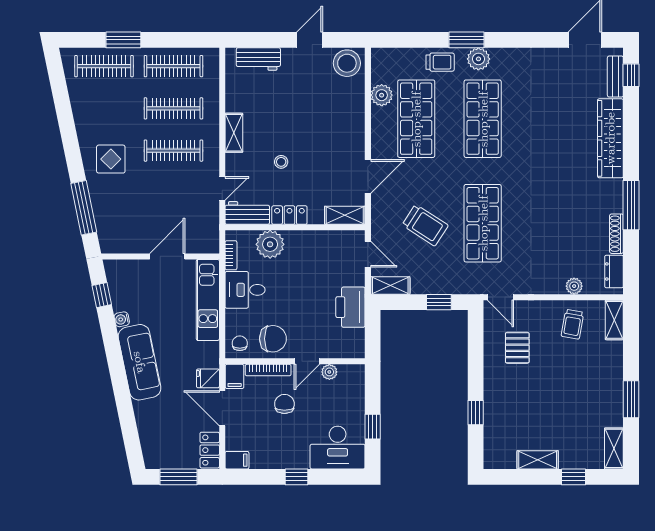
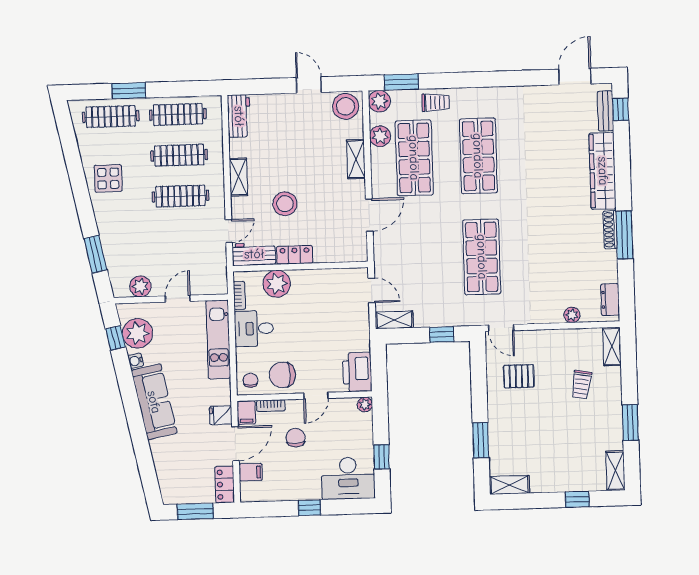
door: (310, 40) -> (309, 85), hinge flipped
window: (467, 40) -> (401, 82), moved
workbench: (258, 59) -> (239, 116), moved, turned -90
plant: (478, 59) -> (379, 101), moved
display table: (111, 159) -> (108, 178), moved
stool: (281, 162) -> (285, 204), width x1.89, depth x1.89
window: (84, 208) -> (96, 254), width x0.69
shelving: (345, 215) -> (356, 159), moved, turned 90
trolley: (425, 225) -> (426, 261), removed
shoe rack: (616, 234) -> (610, 230), moved
plant: (129, 243) -> (140, 286), added
door: (167, 256) -> (178, 299), width x0.73
plant: (125, 291) -> (137, 333), added
printer: (350, 307) -> (357, 372), moved
trolley: (572, 324) -> (581, 384), moved
chair: (273, 339) -> (282, 375), turned 180
pallet: (517, 348) -> (519, 376), turned 90
bookcase: (268, 370) -> (271, 406), width x0.64
plant: (329, 372) -> (365, 405), moved
door: (222, 408) -> (235, 444), swing flipped
window: (476, 413) -> (481, 440), width x1.50
filing cabinet: (237, 460) -> (251, 472), moved
shelving: (538, 460) -> (509, 485), moved

